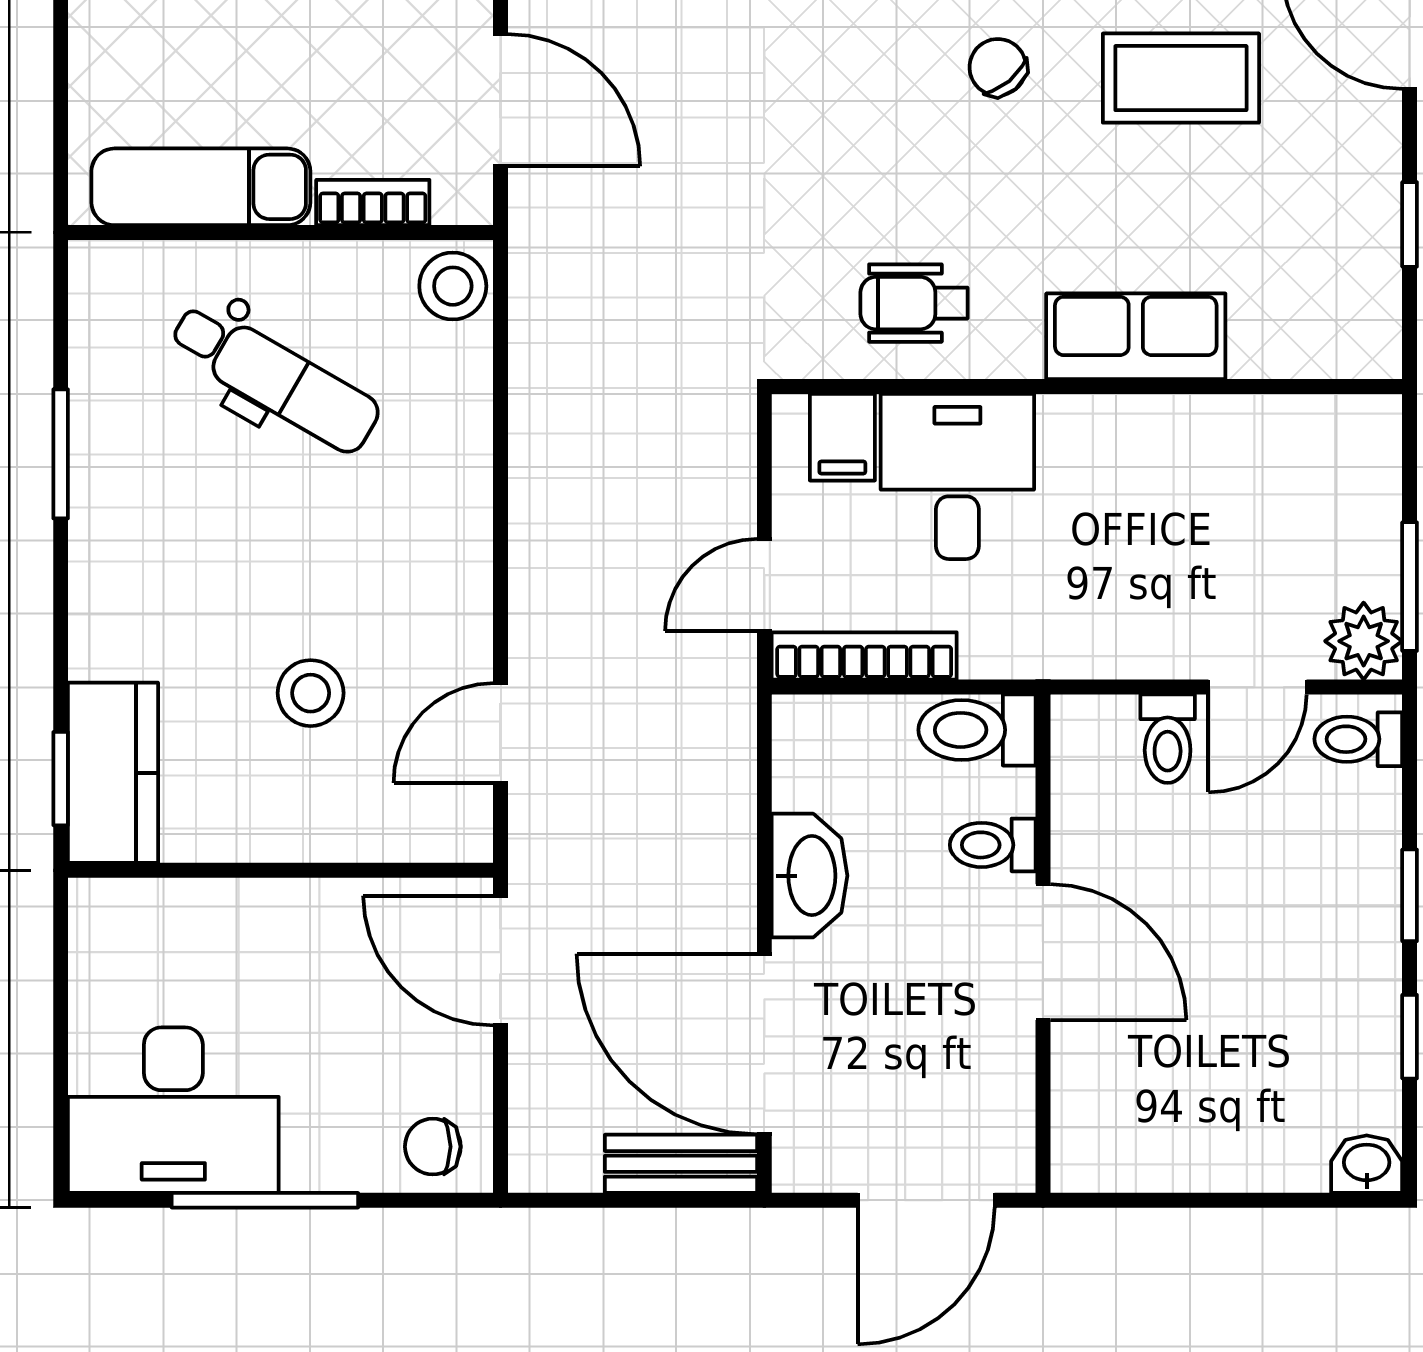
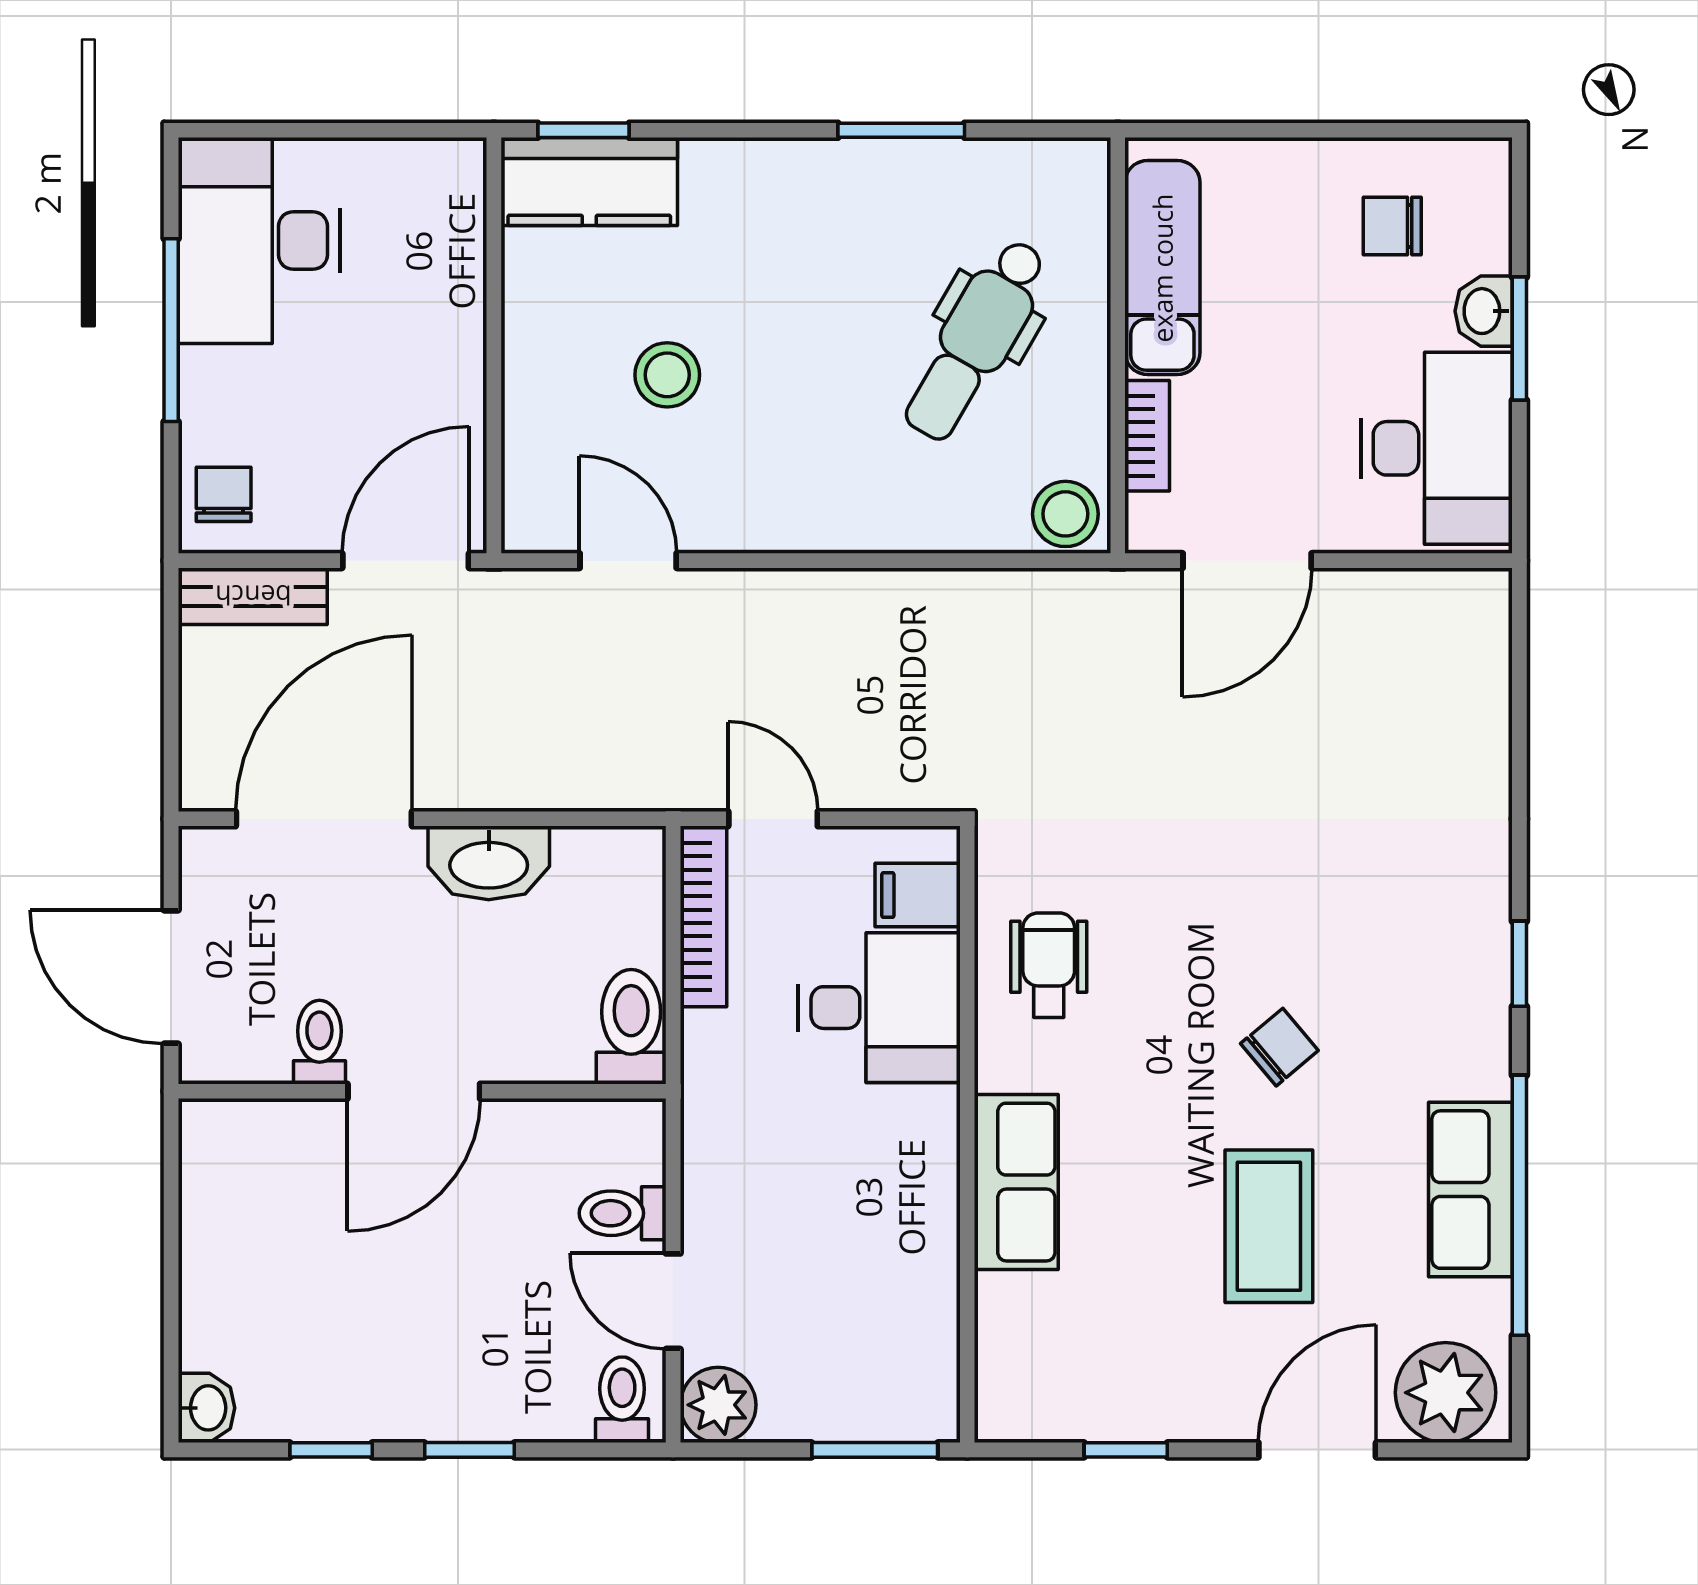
window: (1410, 587) -> (875, 1450), moved
toilet: (993, 845) -> (319, 1042), moved
bench: (681, 1164) -> (253, 596), moved, turned 90

